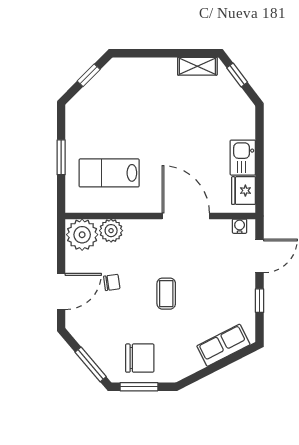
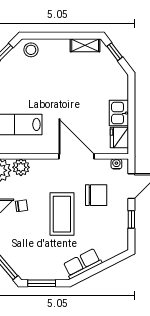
stool: (124, 73) -> (31, 50), added
coffee table: (166, 294) -> (62, 214), width x1.86, depth x1.72
row of seats: (223, 345) -> (82, 264), moved
chair: (140, 358) -> (96, 195), moved

